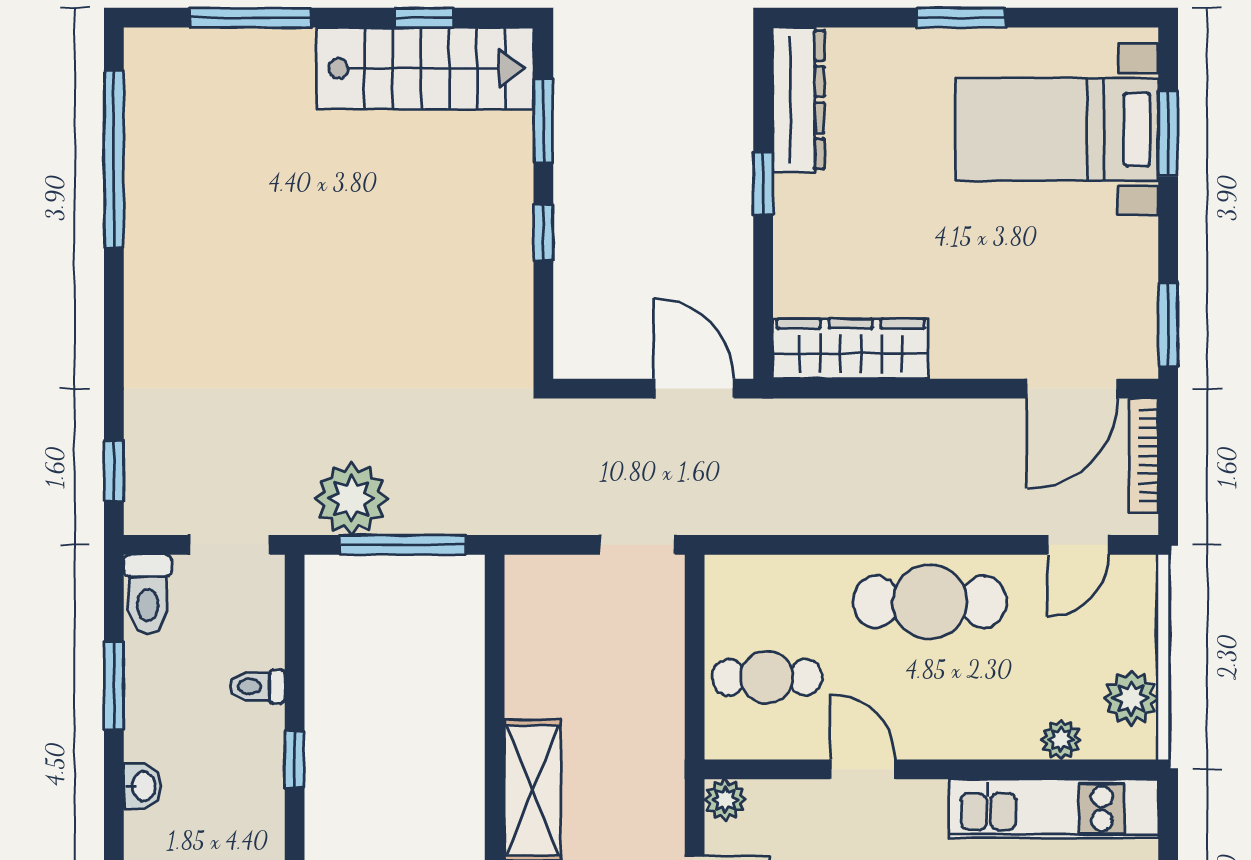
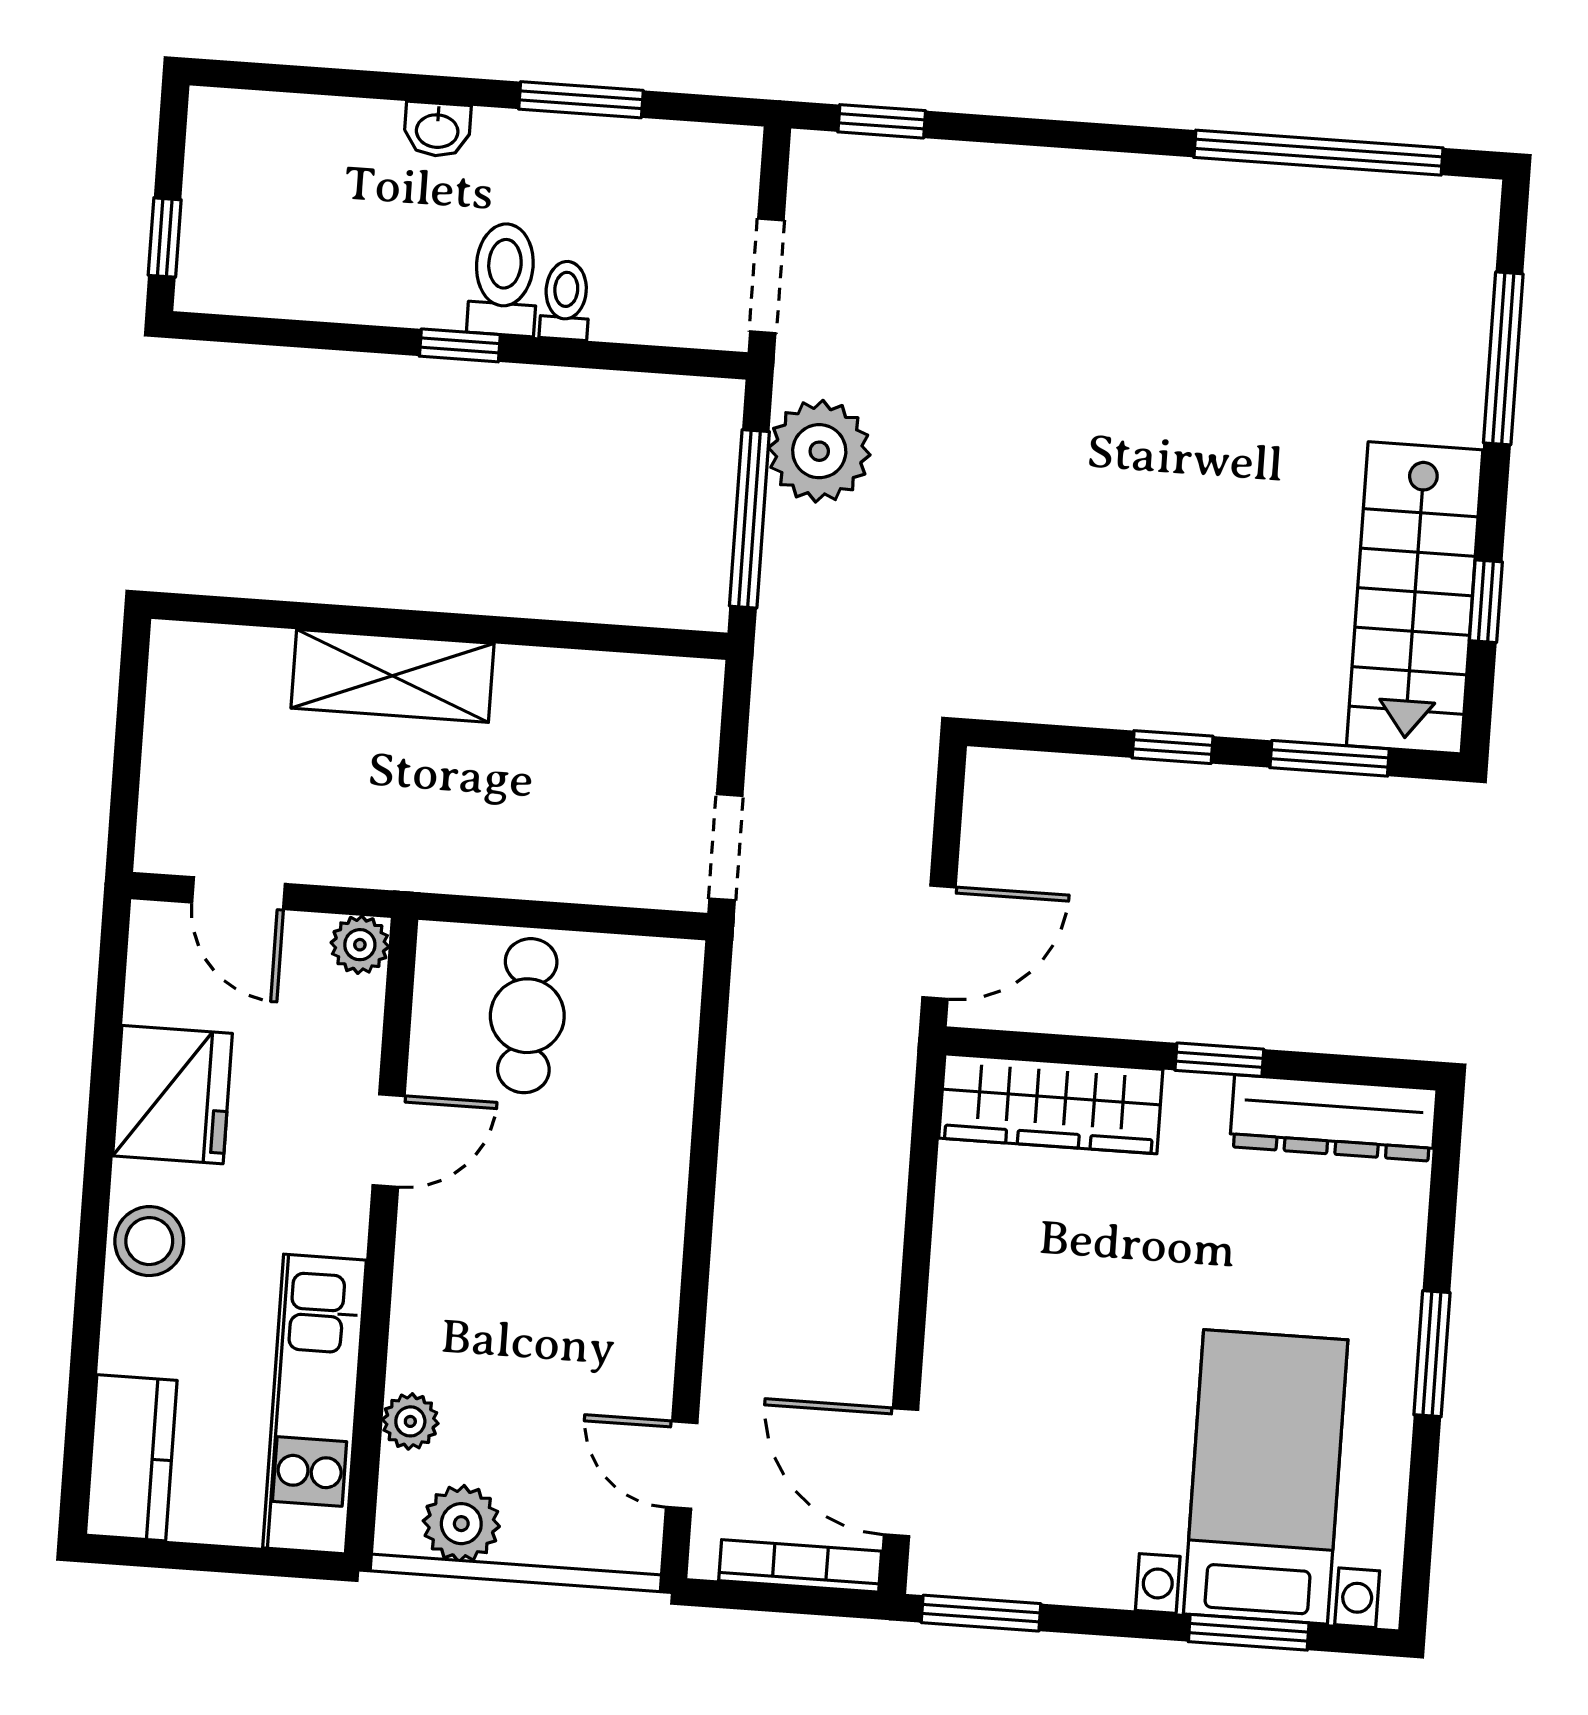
wardrobe: (851, 349) -> (1051, 1104), moved, turned 90
toilet: (148, 594) -> (504, 279), moved, turned 90
cafe table: (930, 602) -> (617, 1251), removed

